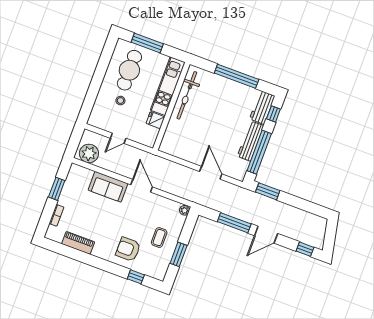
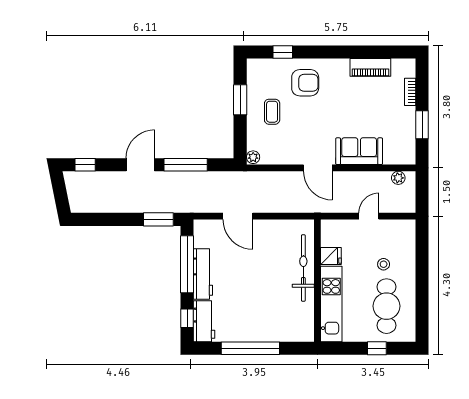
window: (147, 43) -> (377, 348), width x0.46
bicycle: (187, 95) -> (303, 268), moved
plant: (89, 154) -> (398, 178), width x0.53, depth x0.53

